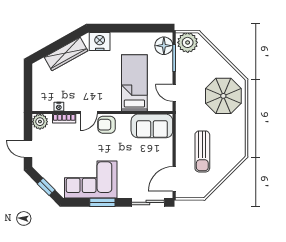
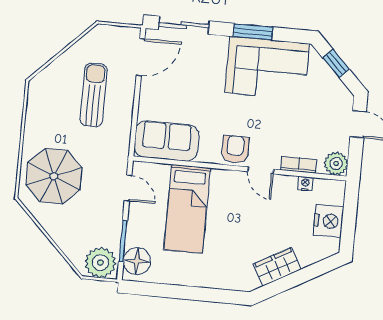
nightstand: (100, 42) -> (328, 221), moved, turned -90
wardrobe: (66, 54) -> (277, 267), width x0.67
door: (89, 113) -> (261, 170), swing flipped
armchair: (107, 125) -> (235, 149), turned -90

